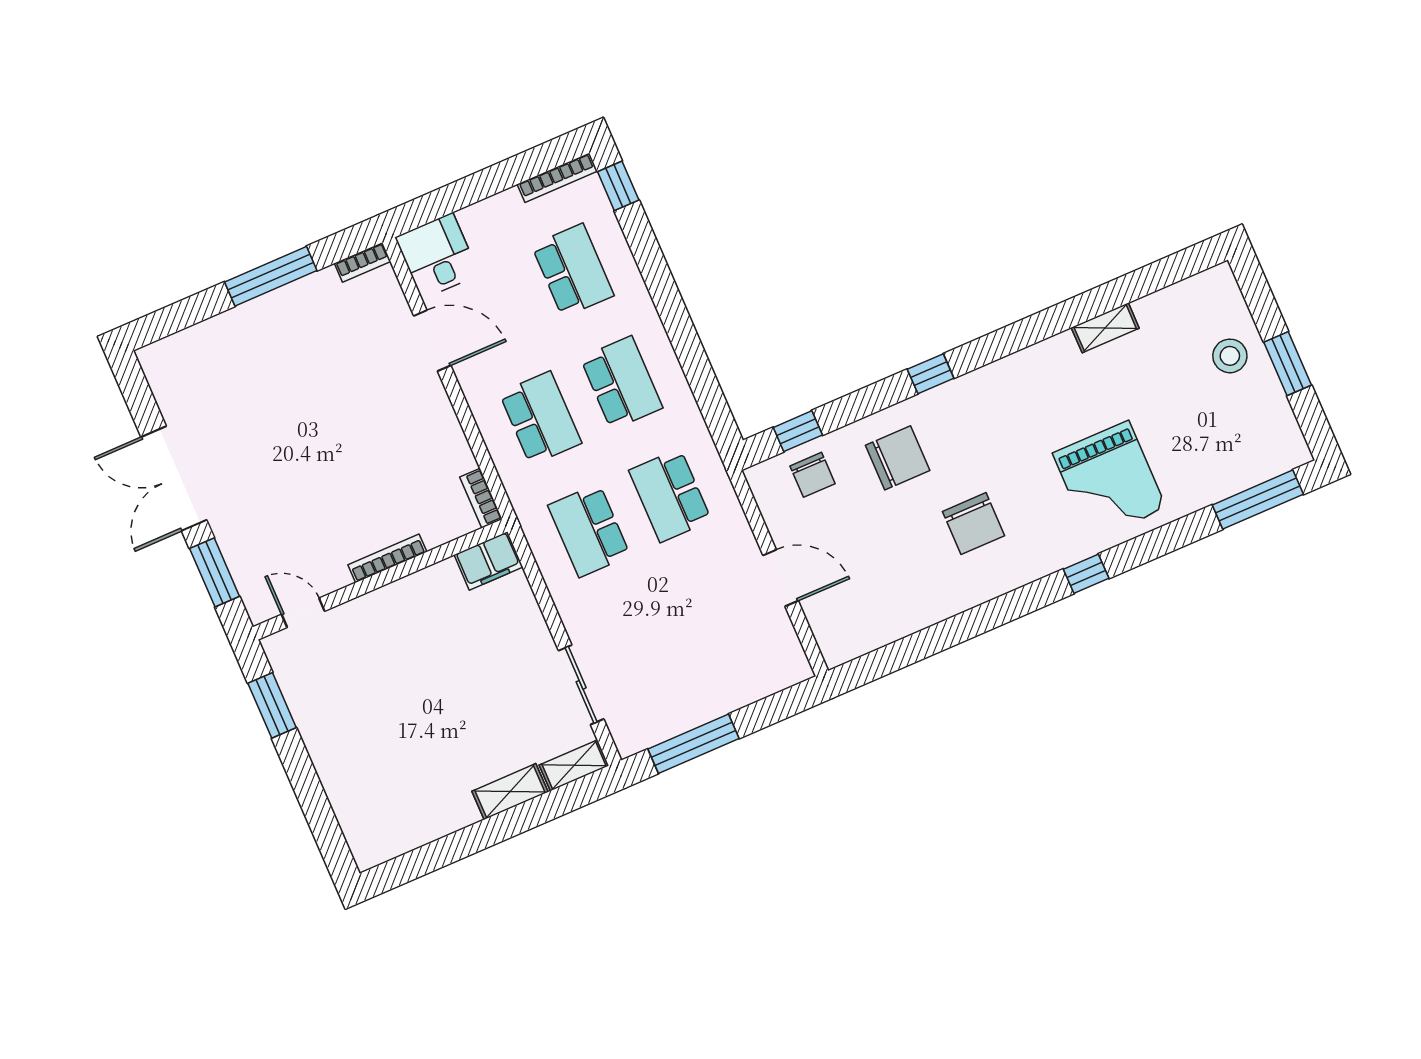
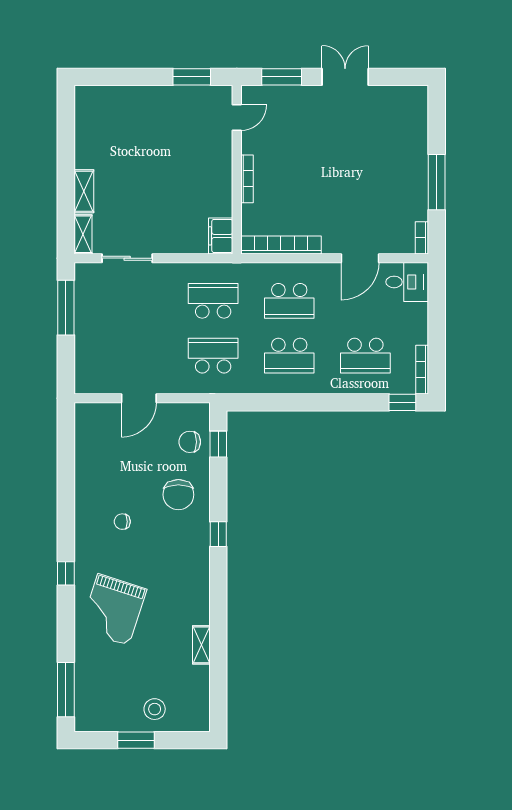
double door: (174, 479) -> (345, 77), width x0.73
grand piano: (1109, 481) -> (113, 610), turned -72
bookcase: (481, 498) -> (281, 245), width x2.31, depth x1.31
chair: (973, 524) -> (122, 522), width x0.54, depth x0.54

